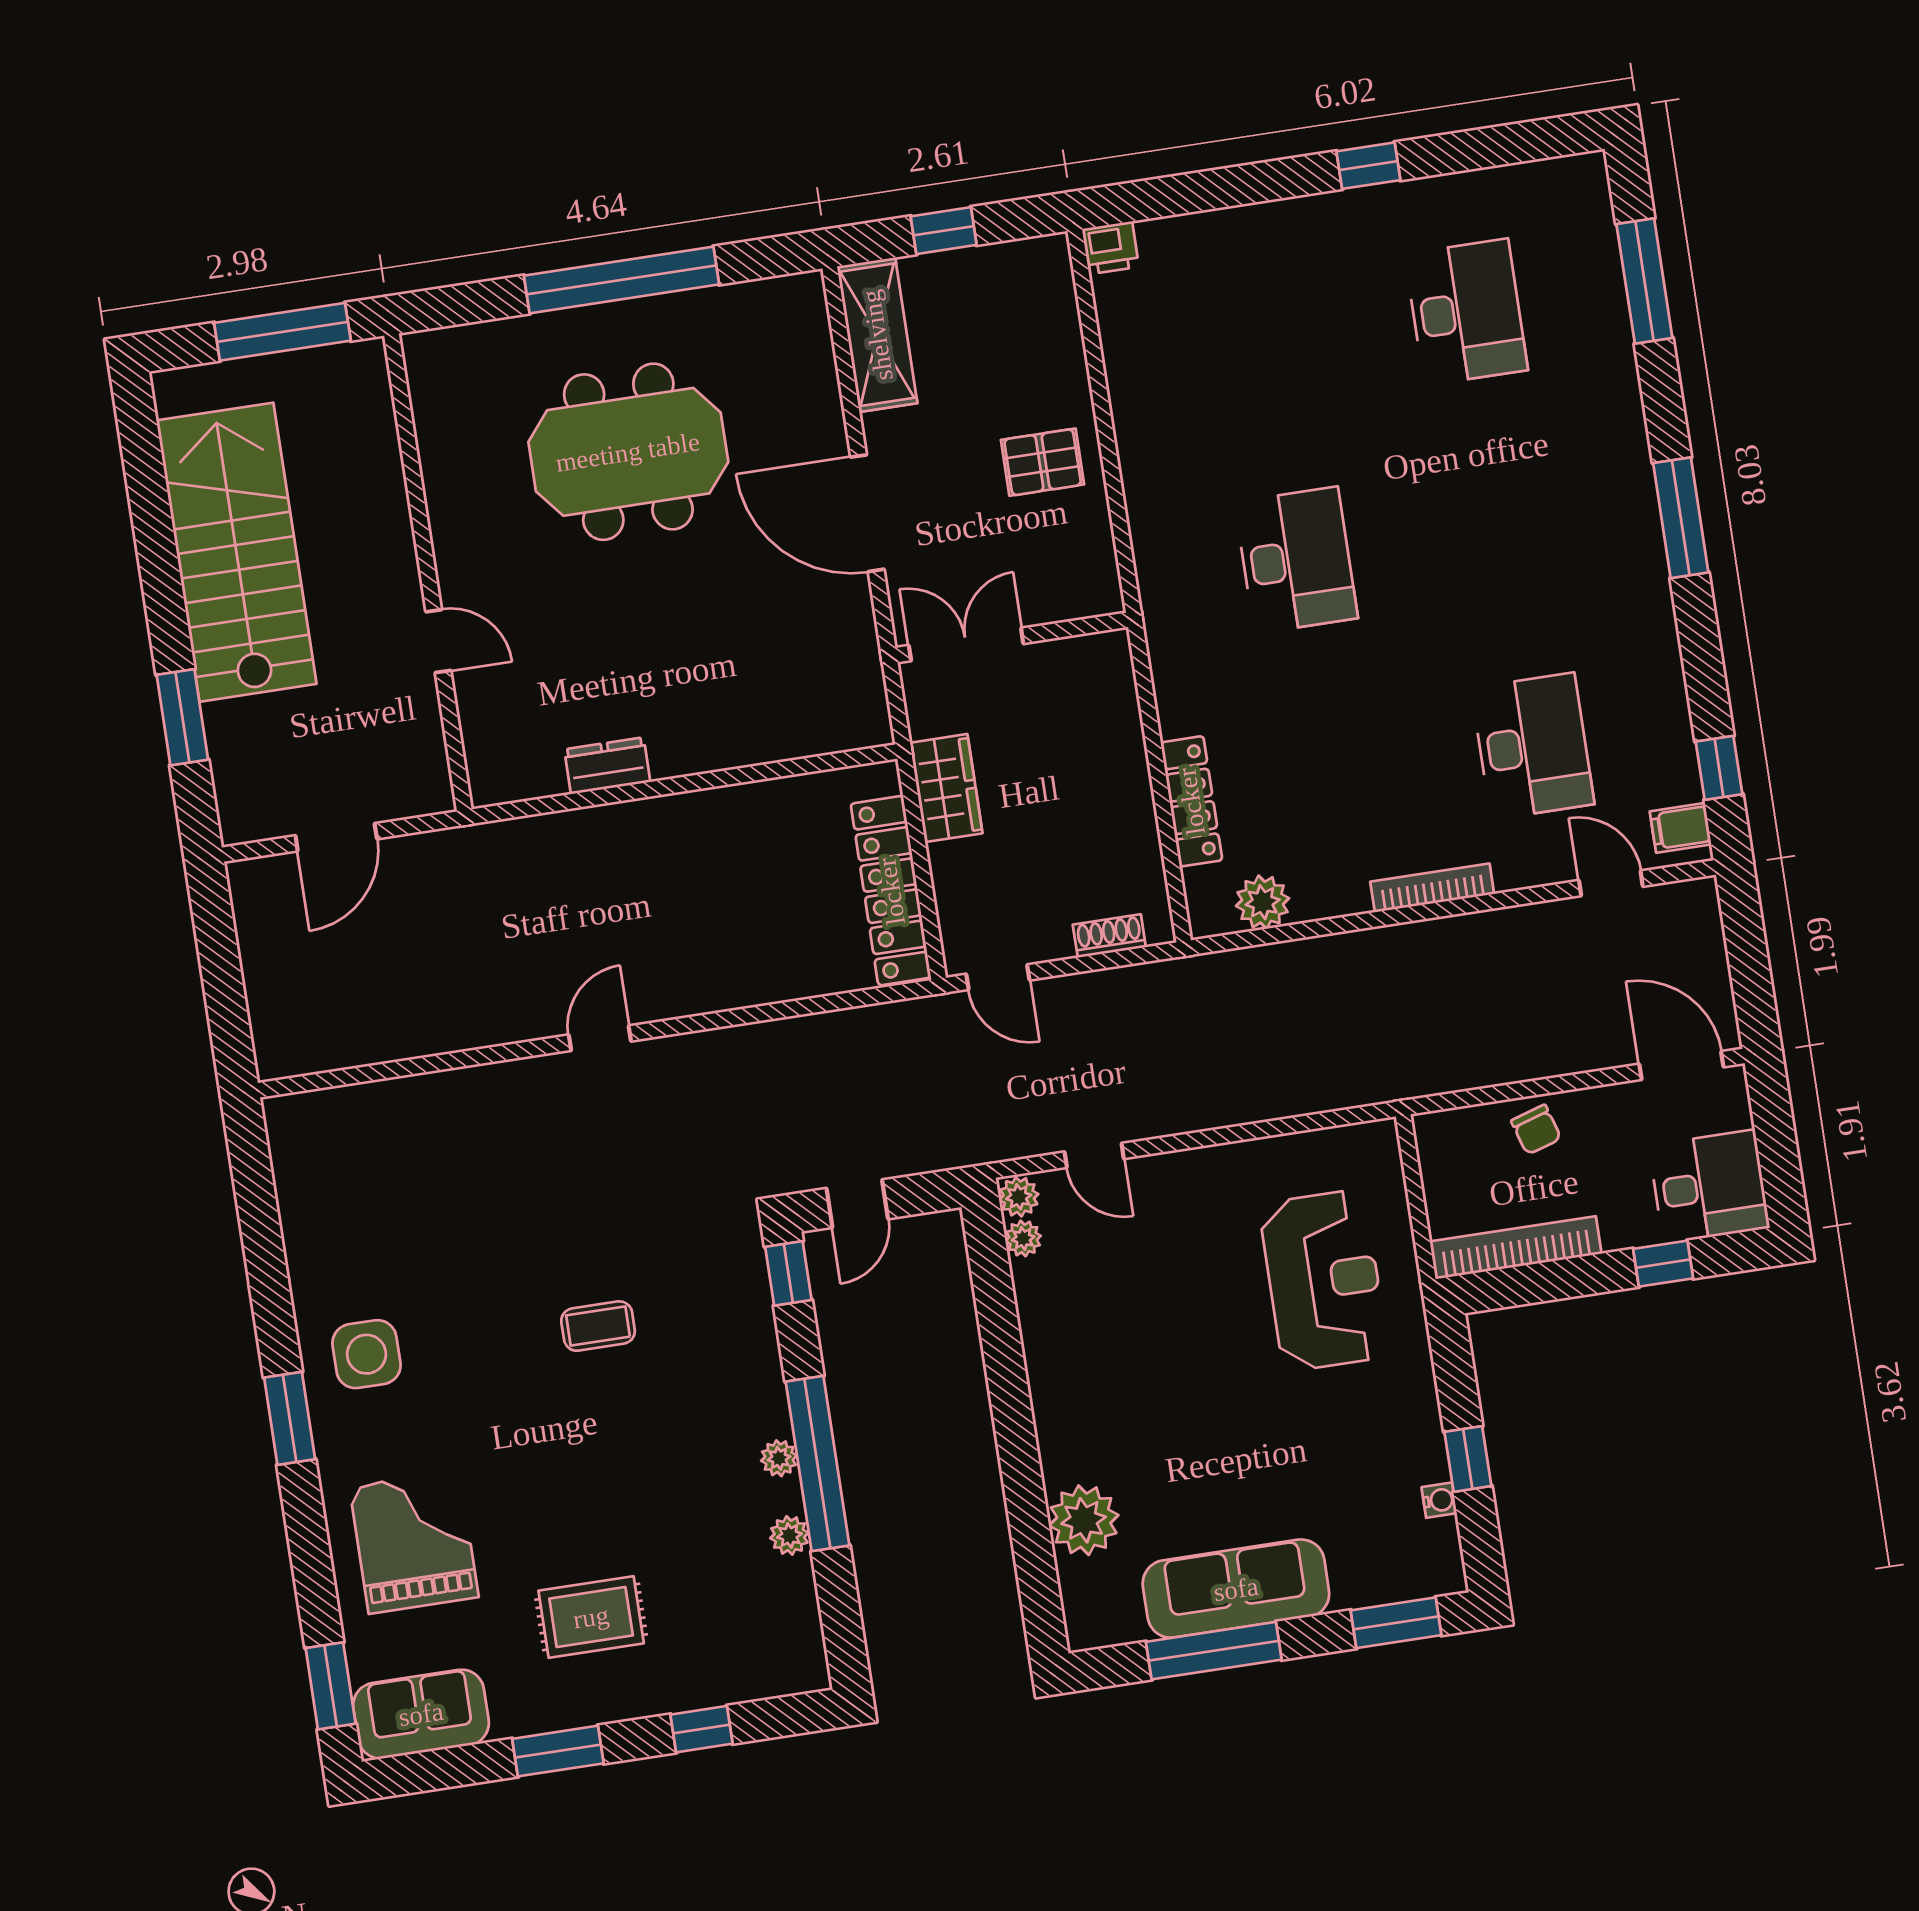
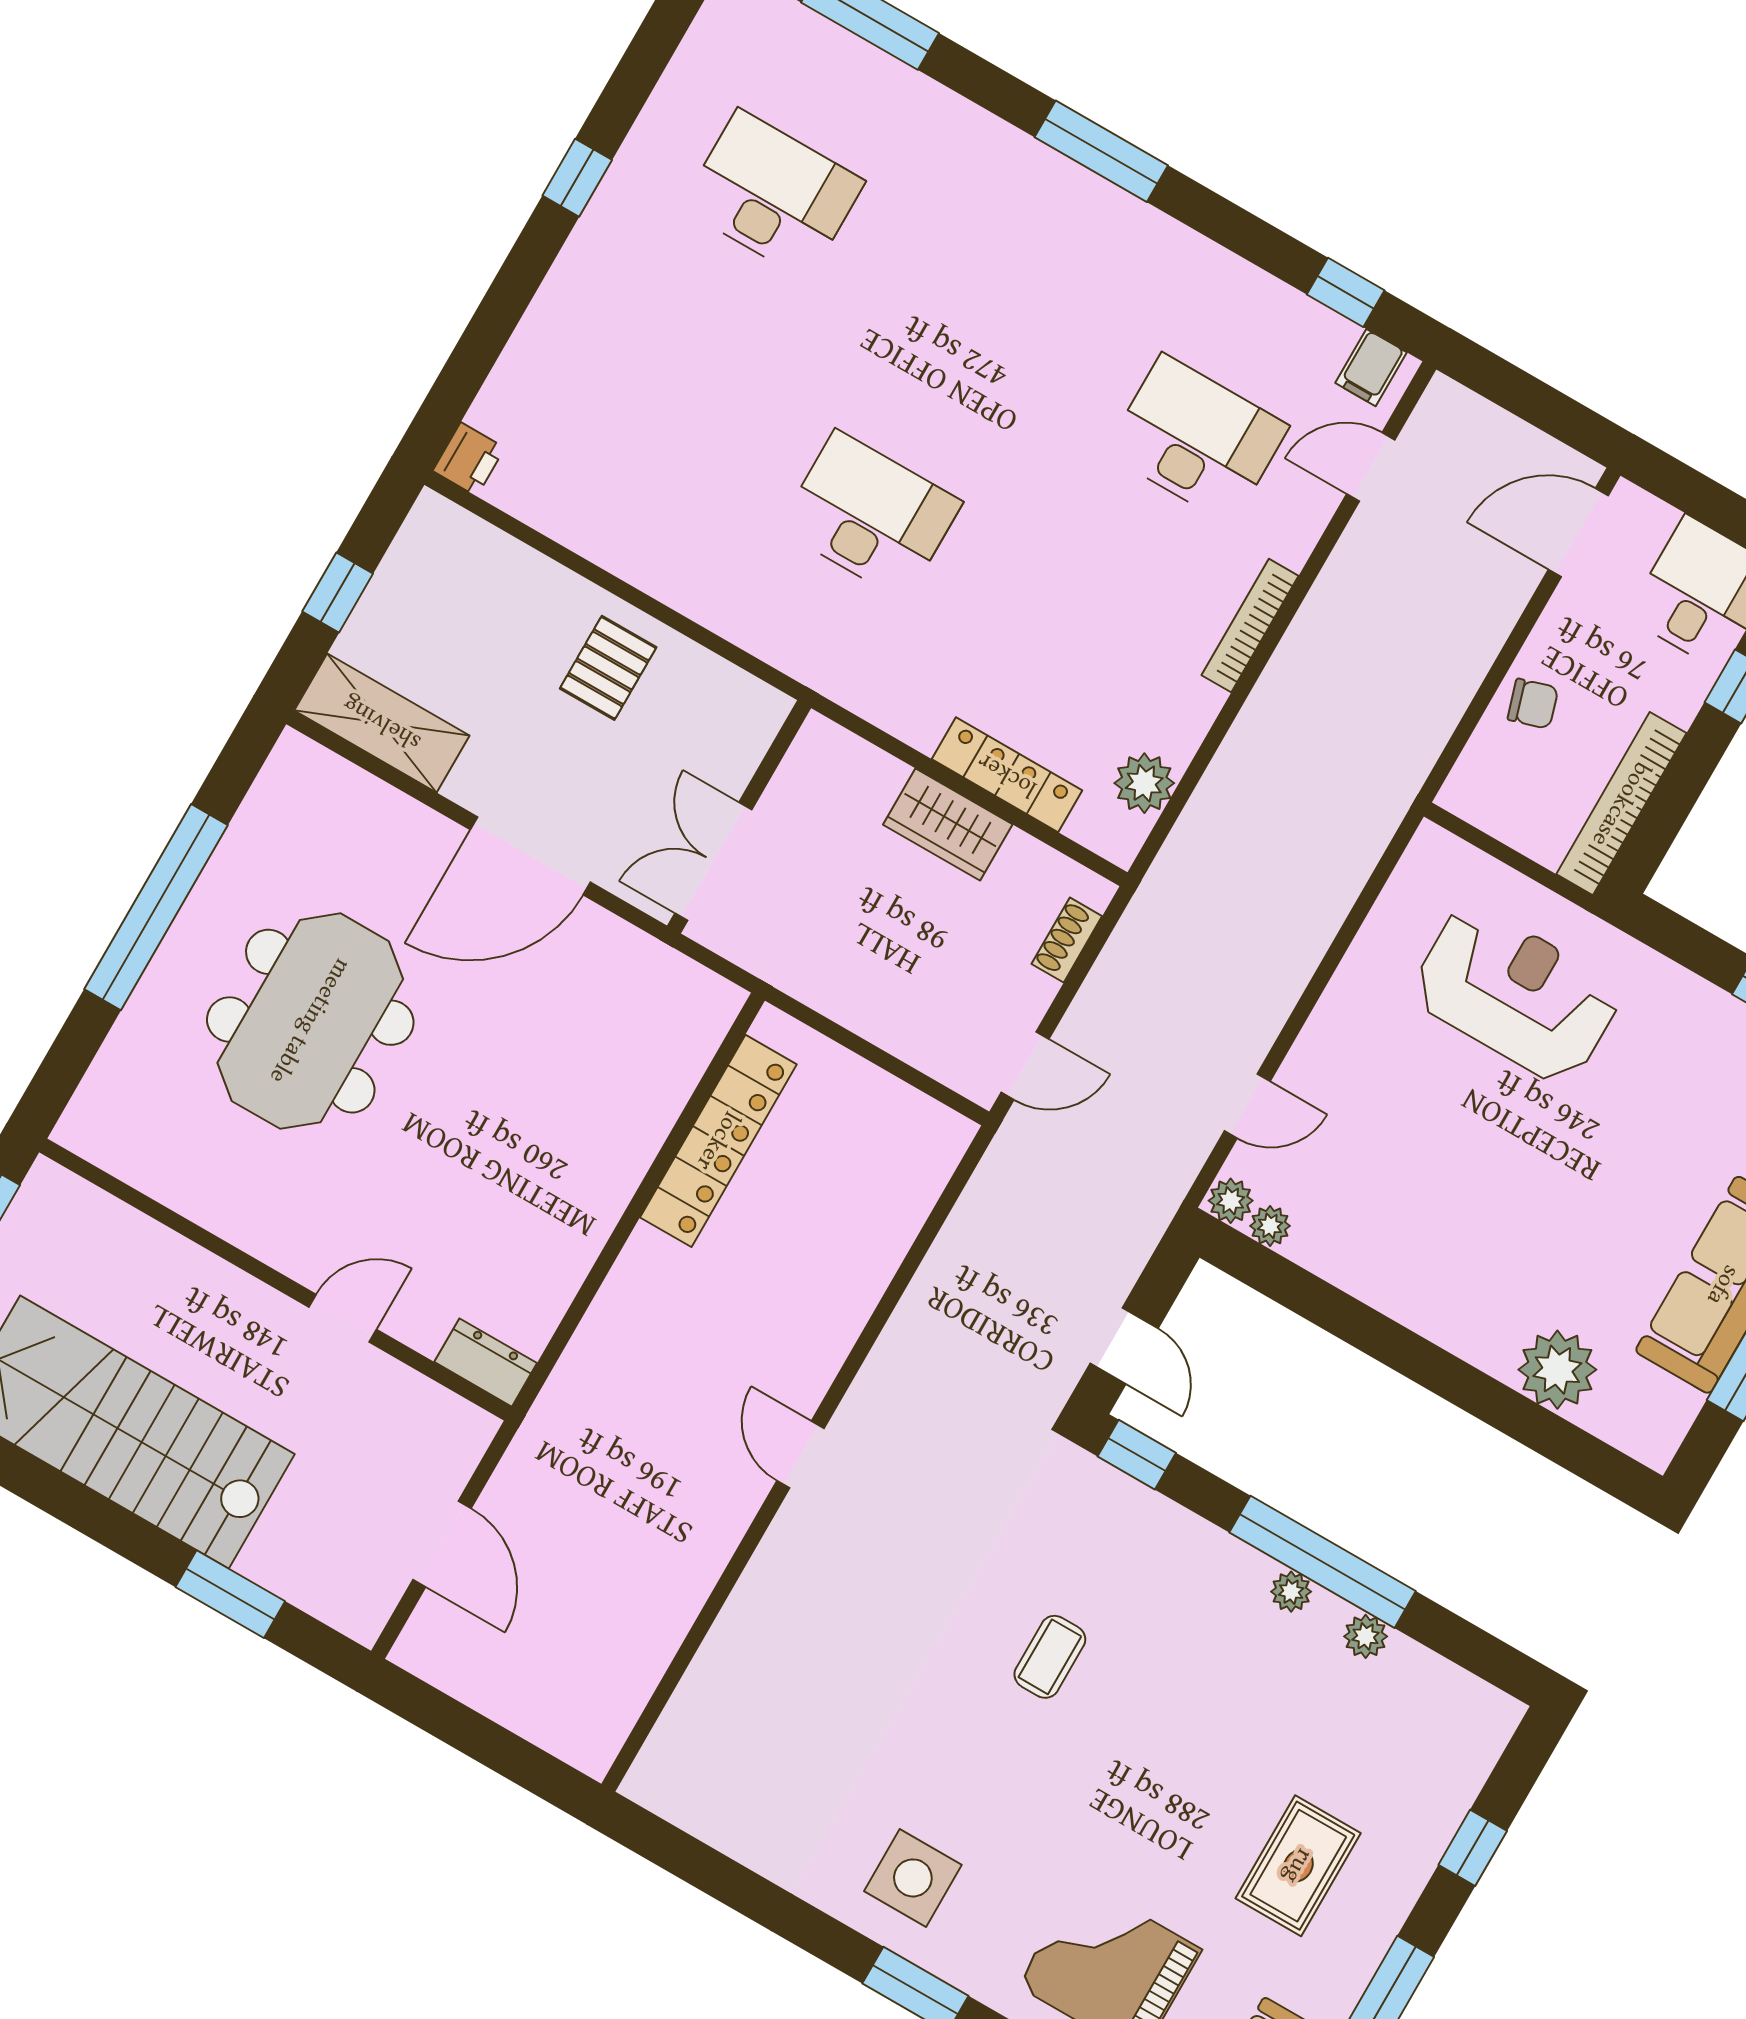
dresser: (607, 766) -> (486, 1363), moved, turned 90
wardrobe: (946, 788) -> (948, 824), moved, turned 180
locker: (891, 891) -> (718, 1141), moved, turned -90

